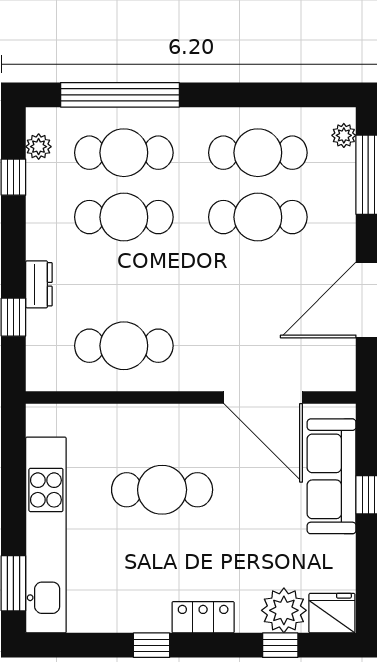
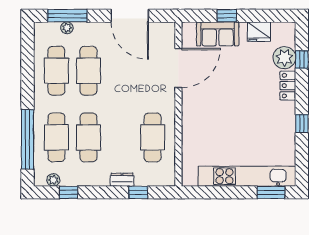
plant: (344, 135) -> (67, 28), moved
sofa: (332, 476) -> (218, 34), width x0.73
cafe table: (162, 490) -> (224, 118), removed
fridge: (332, 613) -> (259, 32), moved, turned -90
locker: (203, 617) -> (288, 86), moved

